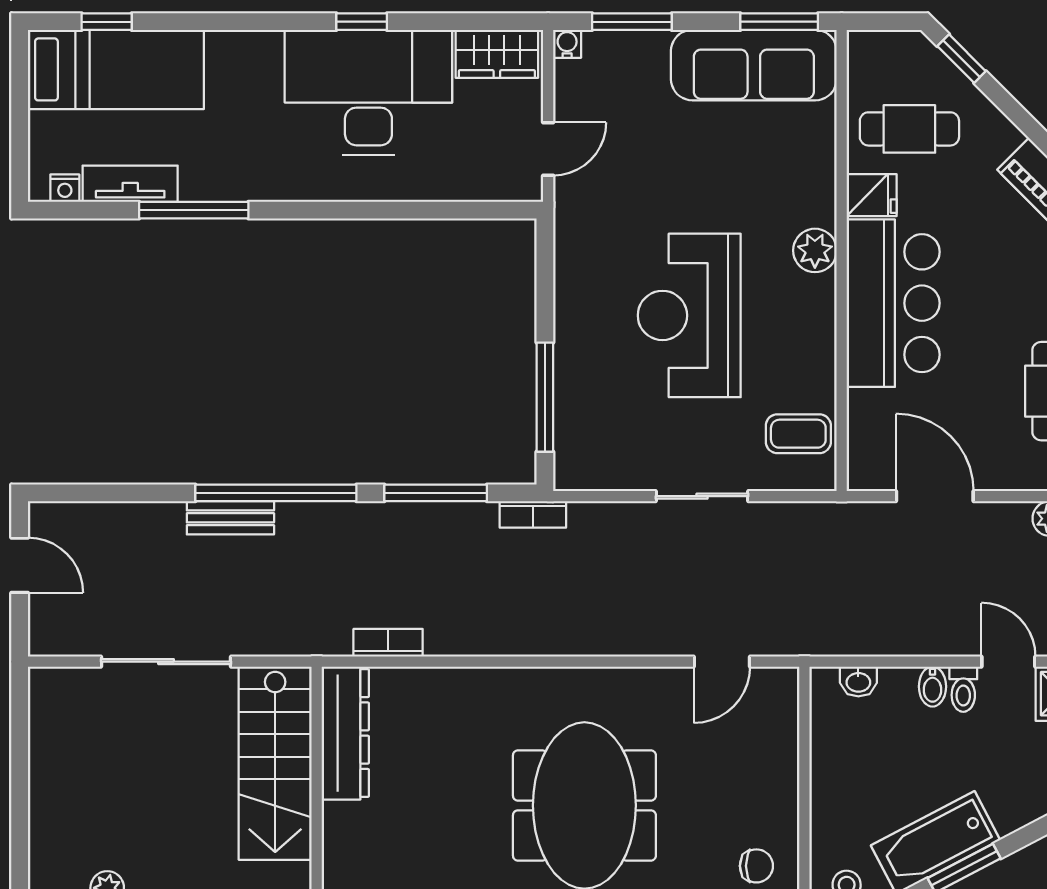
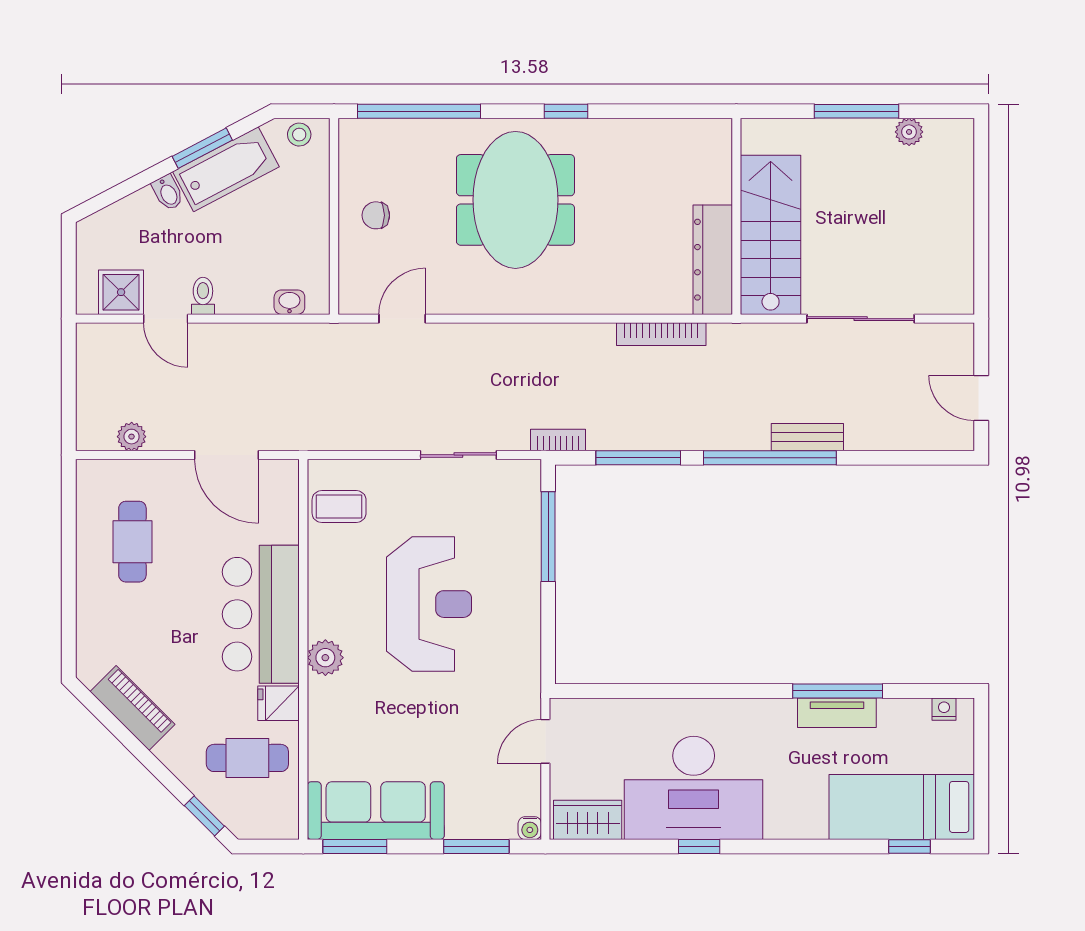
tv unit: (130, 184) -> (837, 713), moved
sliding door: (702, 496) -> (458, 455), moved
bookcase: (388, 643) -> (661, 334), width x1.56
bidet: (932, 687) -> (168, 193), moved, turned 152
chair: (756, 866) -> (376, 215), moved

